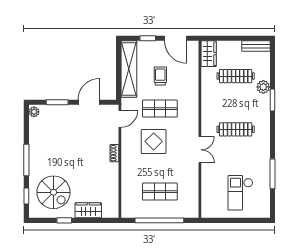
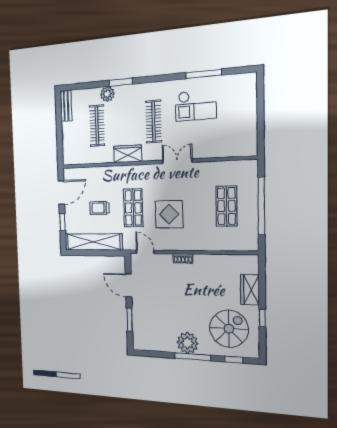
wardrobe: (209, 54) -> (128, 154), moved
plant: (34, 112) -> (187, 343), moved, width x1.87, depth x1.87
checkout: (240, 193) -> (196, 106), moved

